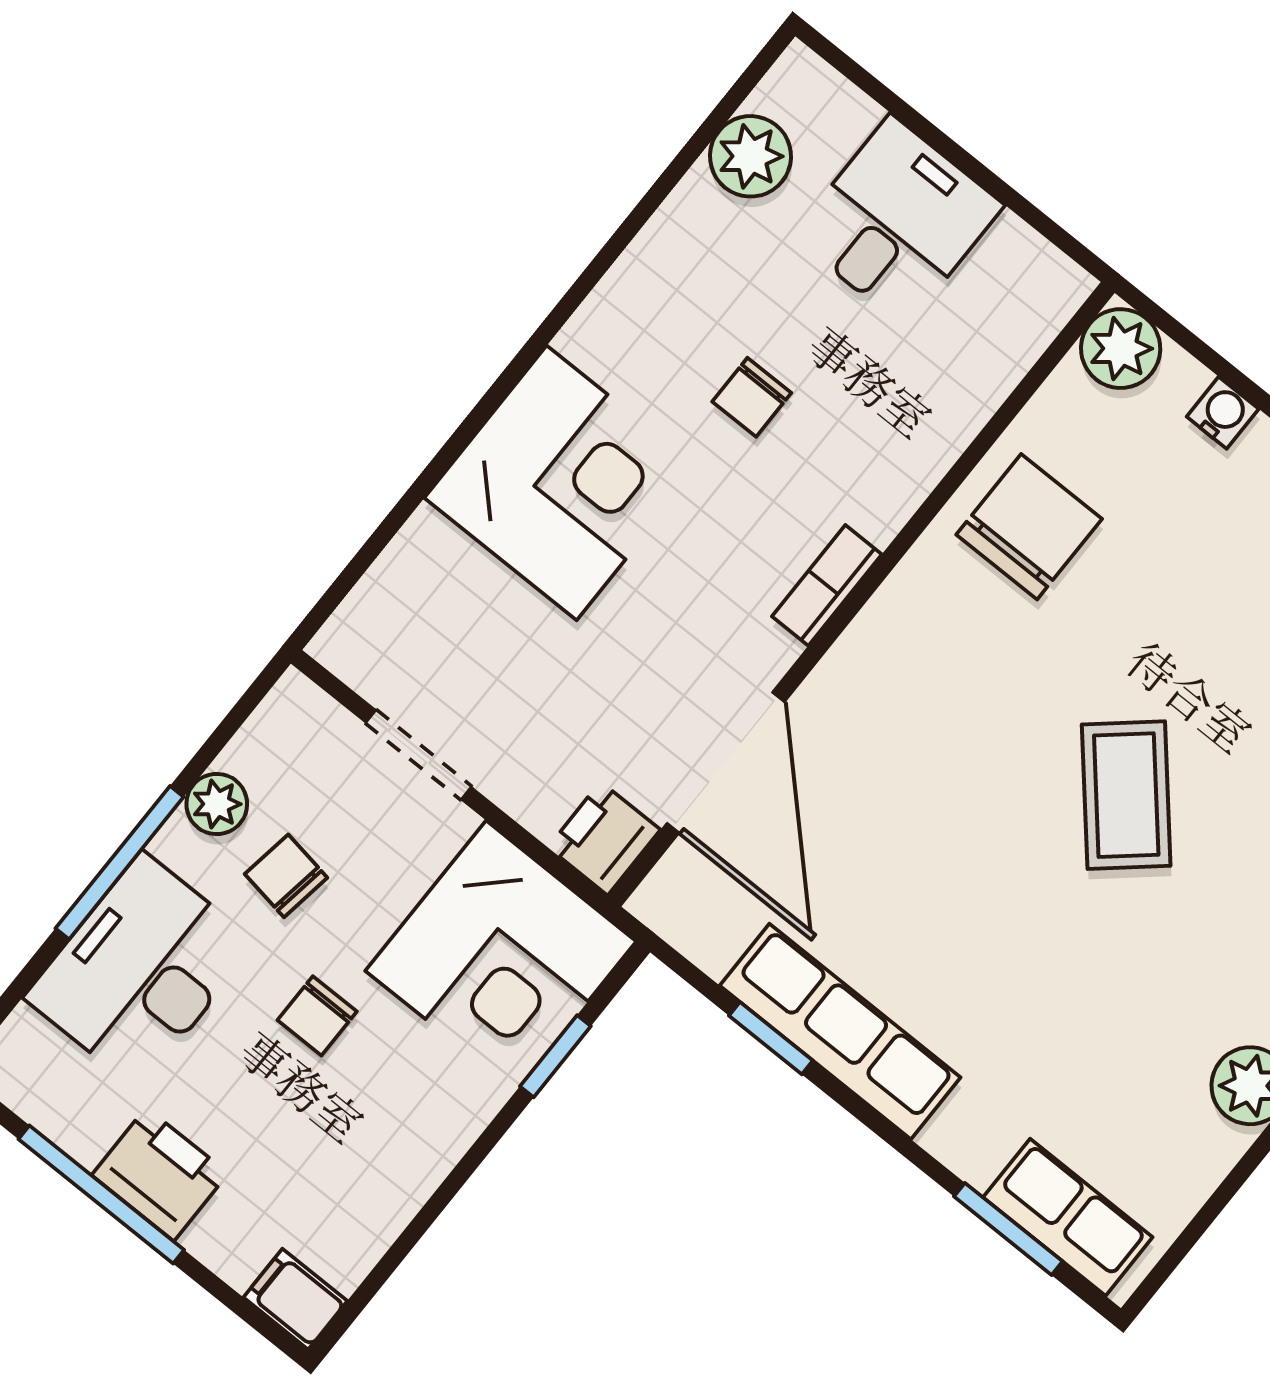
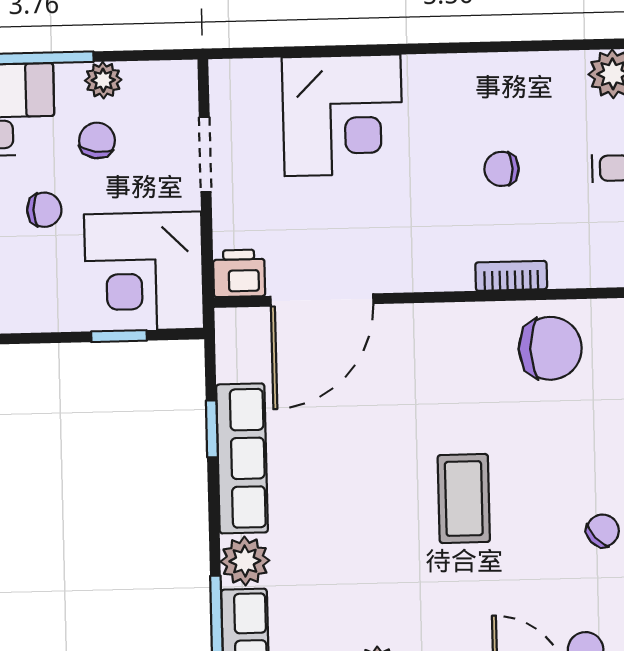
corner desk: (562, 483) -> (343, 115), moved
bookcase: (827, 585) -> (511, 276), moved
coffee table: (1126, 795) -> (464, 498), turned -49
chair: (317, 1016) -> (44, 210), turned 180
plant: (972, 1137) -> (245, 561), added

